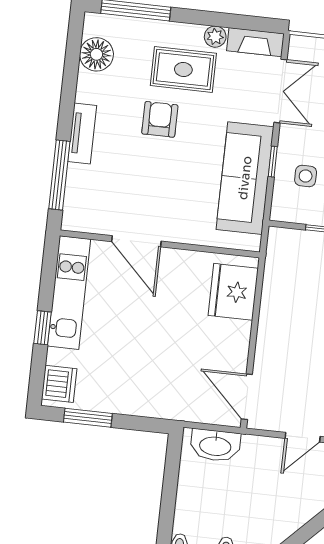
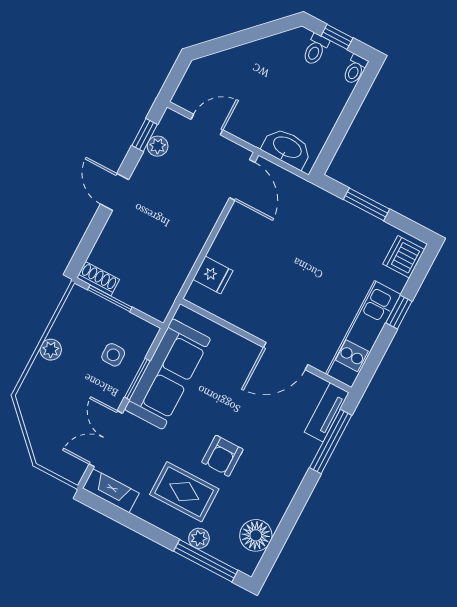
plant: (215, 37) -> (199, 538), moved
tv unit: (82, 133) -> (327, 412), moved
window: (273, 162) -> (137, 379), width x1.50
door: (136, 241) -> (286, 356), swing flipped
fridge: (233, 292) -> (213, 275), width x0.53, depth x0.75
window: (88, 418) -> (366, 204), moved

